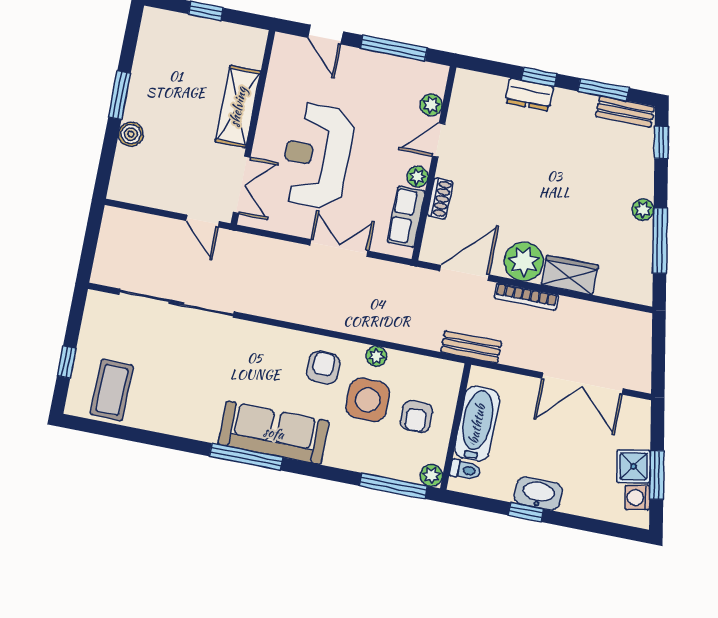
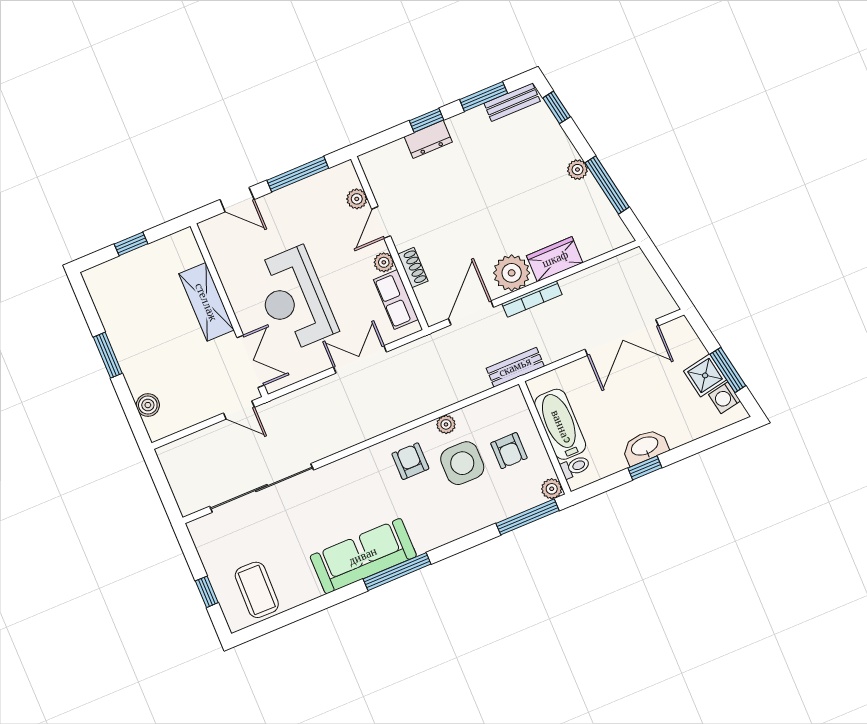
boiler: (131, 134) -> (148, 405), moved
sofa: (274, 433) -> (363, 556), moved

